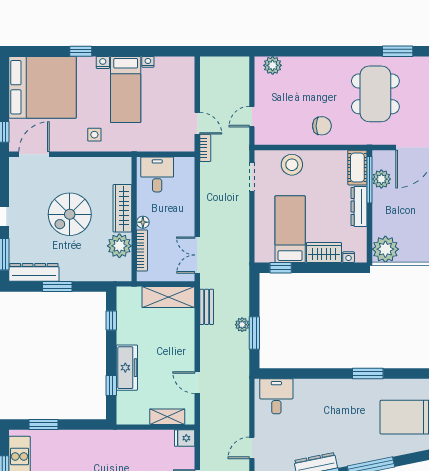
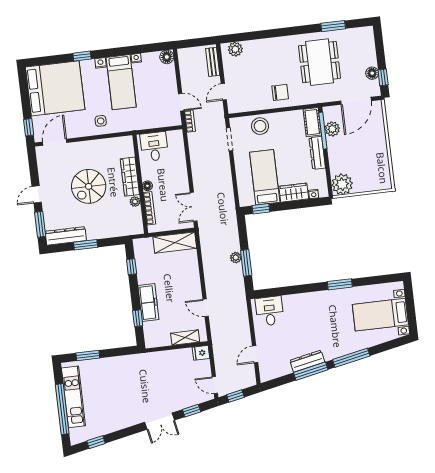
floor lamp: (186, 65) -> (167, 57), added
plant: (119, 246) -> (135, 202), width x0.53, depth x0.53
bench: (207, 307) -> (213, 62), moved

